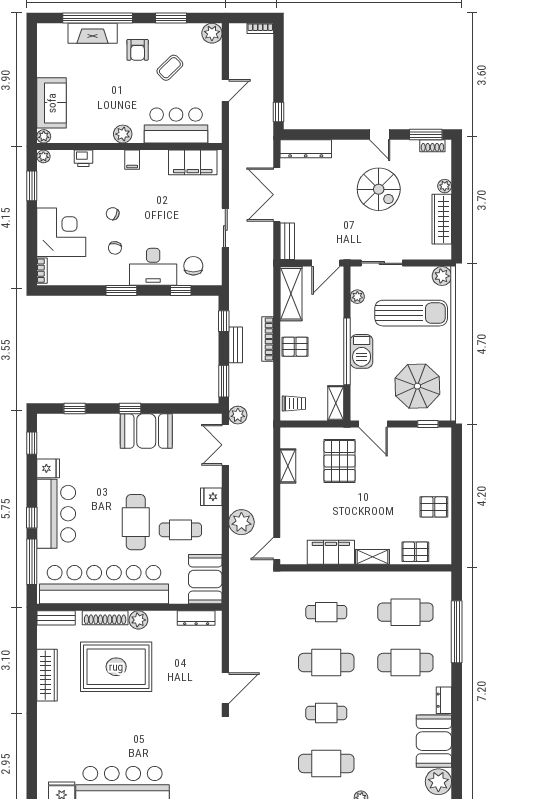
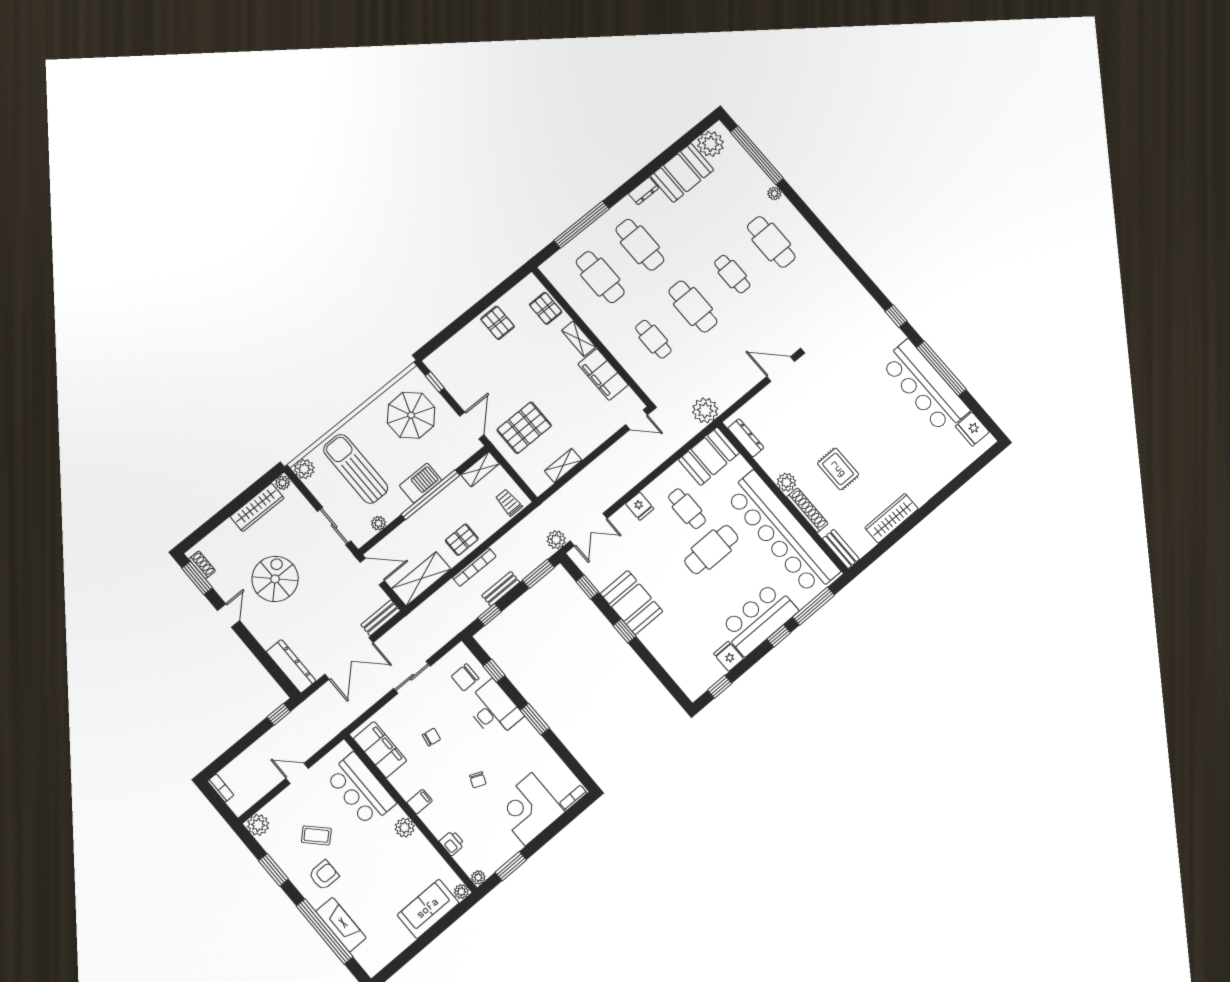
plant: (445, 186) -> (283, 483), moved
chair: (115, 248) -> (431, 737), moved
pallet: (295, 347) -> (462, 540), turned 90
window: (75, 409) -> (587, 587), moved
plant: (241, 522) -> (705, 410), moved
rug: (116, 667) -> (838, 469), width x0.54, depth x0.49

